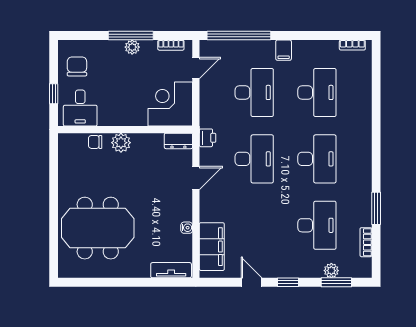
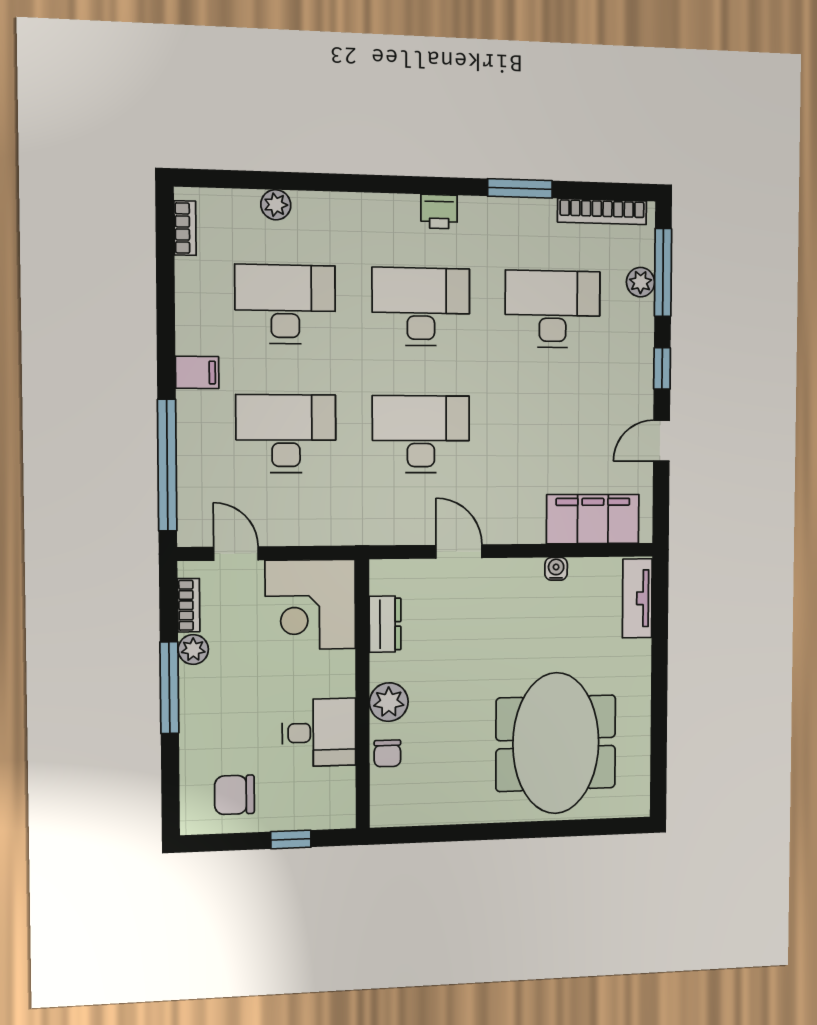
plant: (132, 47) -> (193, 649), moved
plant: (365, 88) -> (276, 205), added
desk: (80, 108) -> (319, 733), moved
printer: (208, 138) -> (439, 212), moved, turned 180
dresser: (178, 141) -> (385, 624), moved
bookcase: (366, 242) -> (602, 212), width x1.56
window: (336, 282) -> (663, 272), width x1.44

